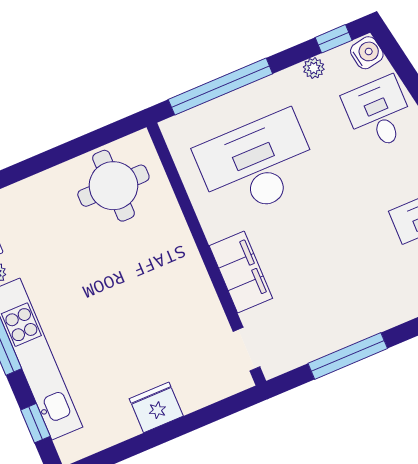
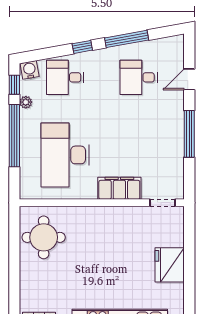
window: (220, 87) -> (14, 136), moved
window: (348, 356) -> (189, 134), moved
fridge: (156, 407) -> (170, 265), width x1.36, depth x1.34

